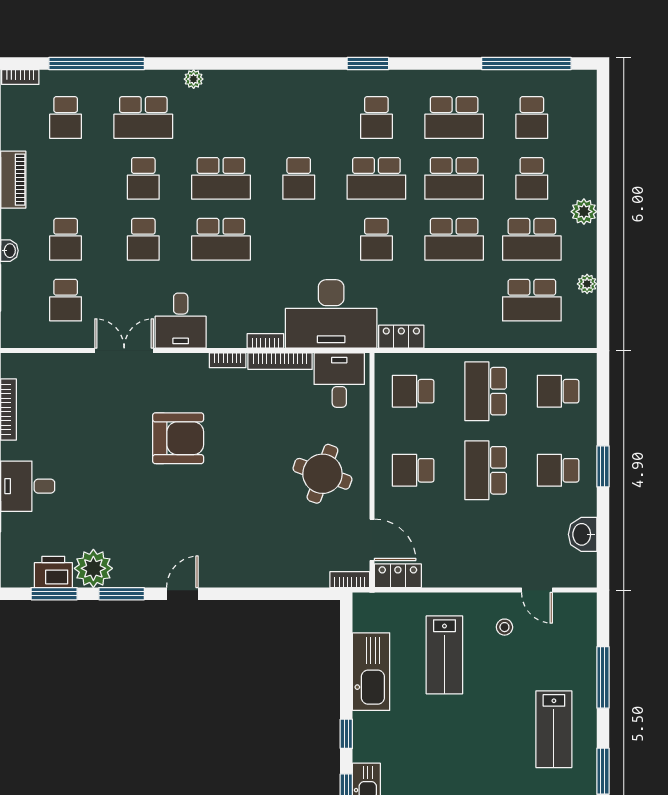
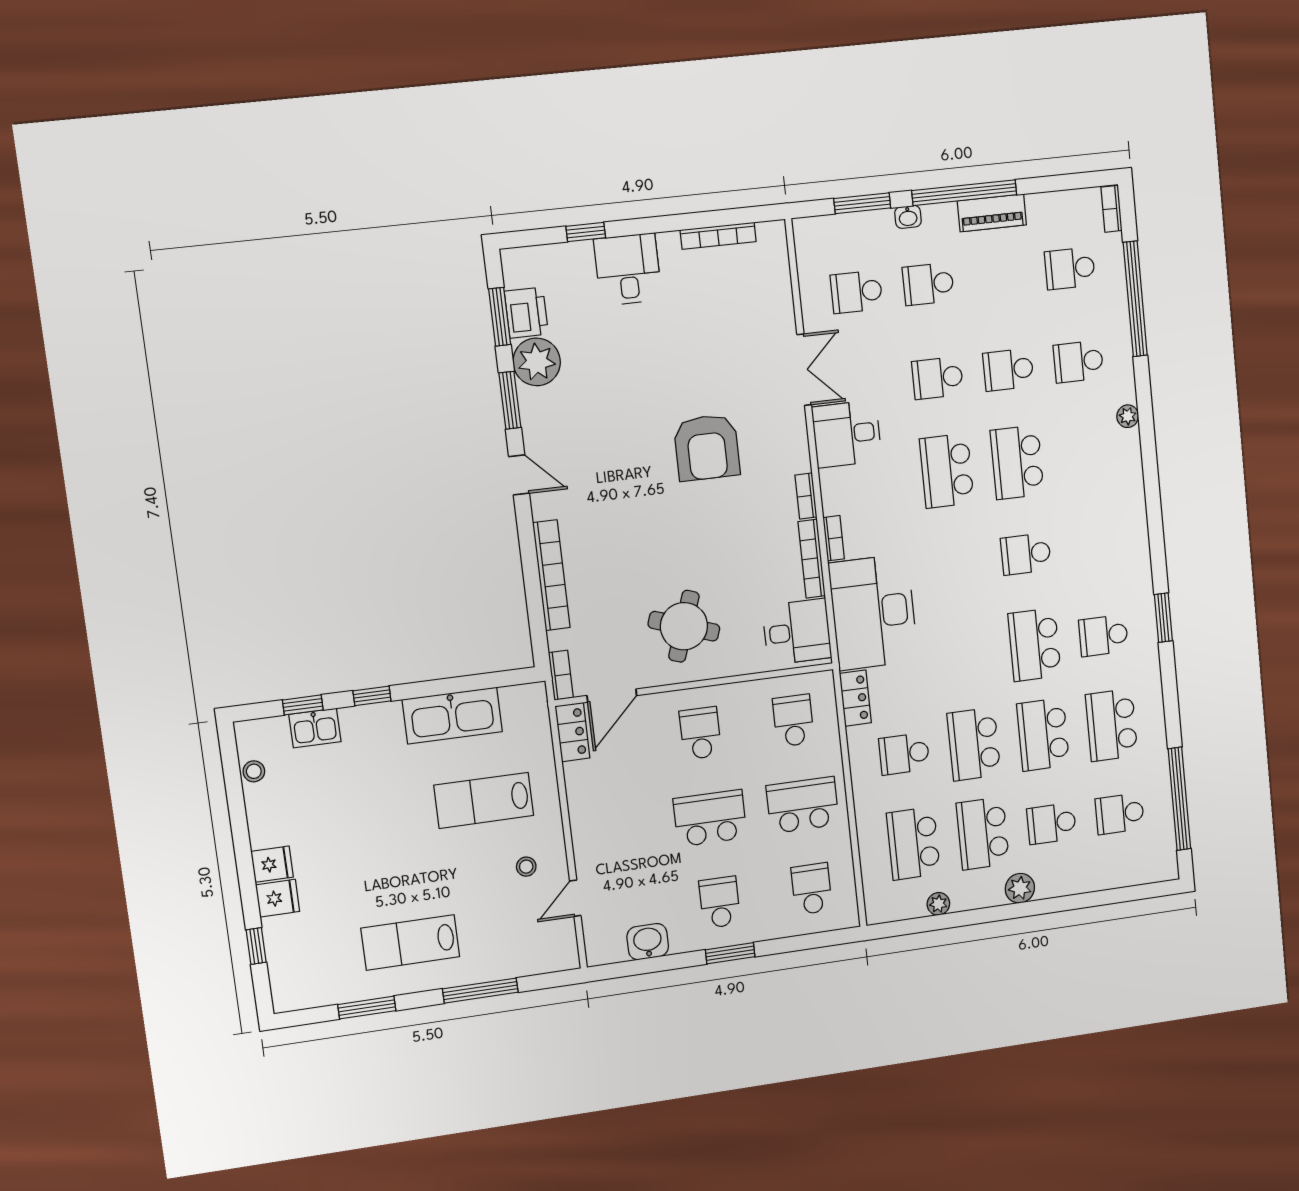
school desk: (143, 117) -> (1078, 362), width x0.54
school desk: (376, 239) -> (904, 754), moved
bookcase: (267, 577) -> (551, 575), added

